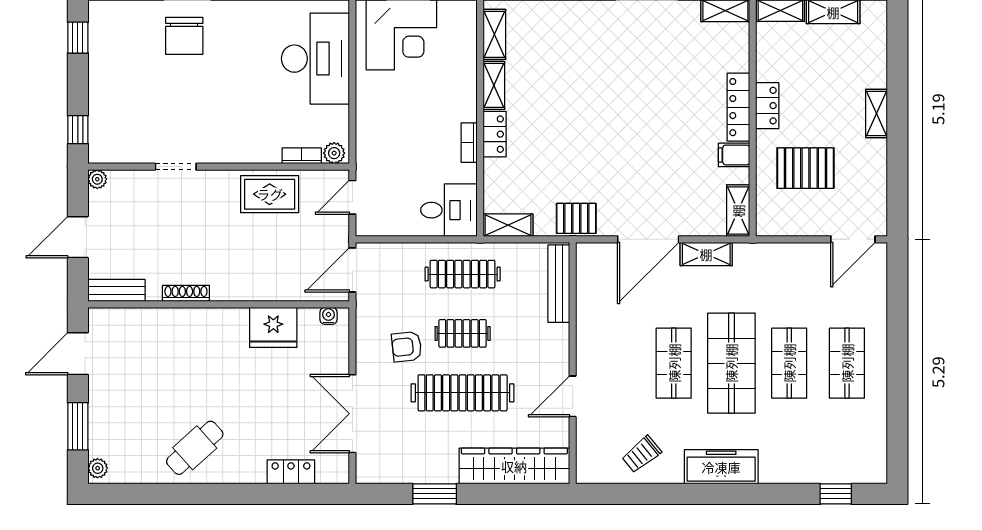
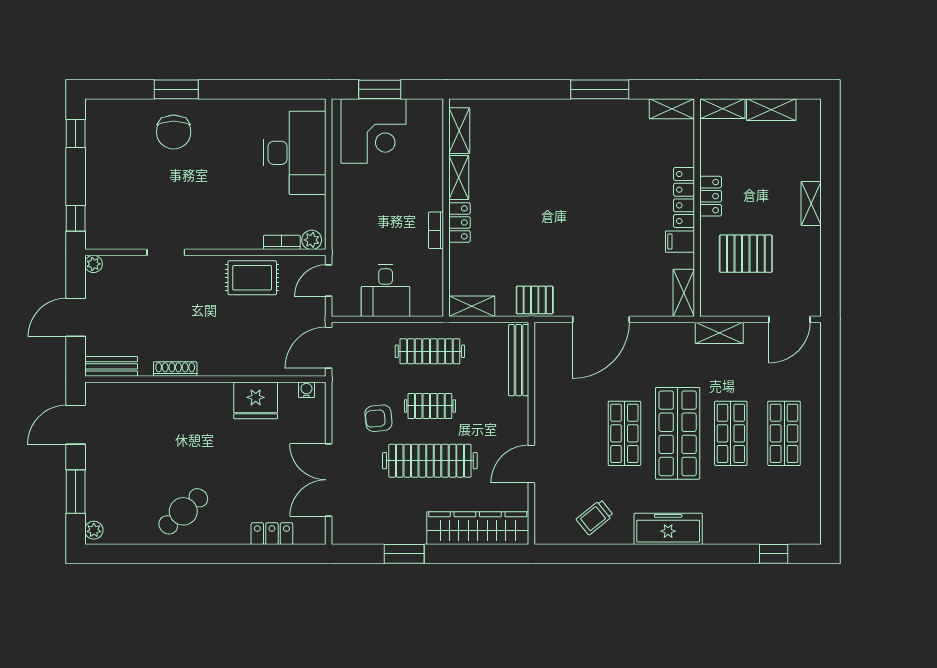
desk: (449, 210) -> (386, 291), moved, turned 90
shelving: (706, 254) -> (719, 333), moved

